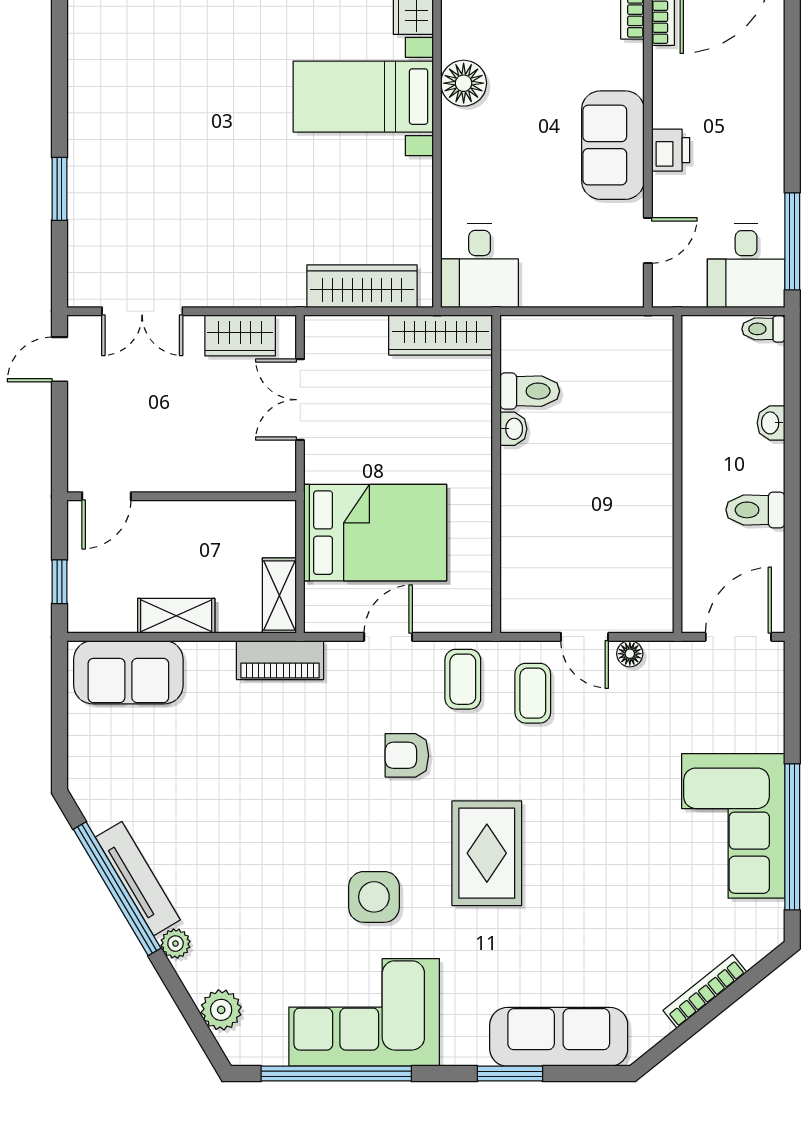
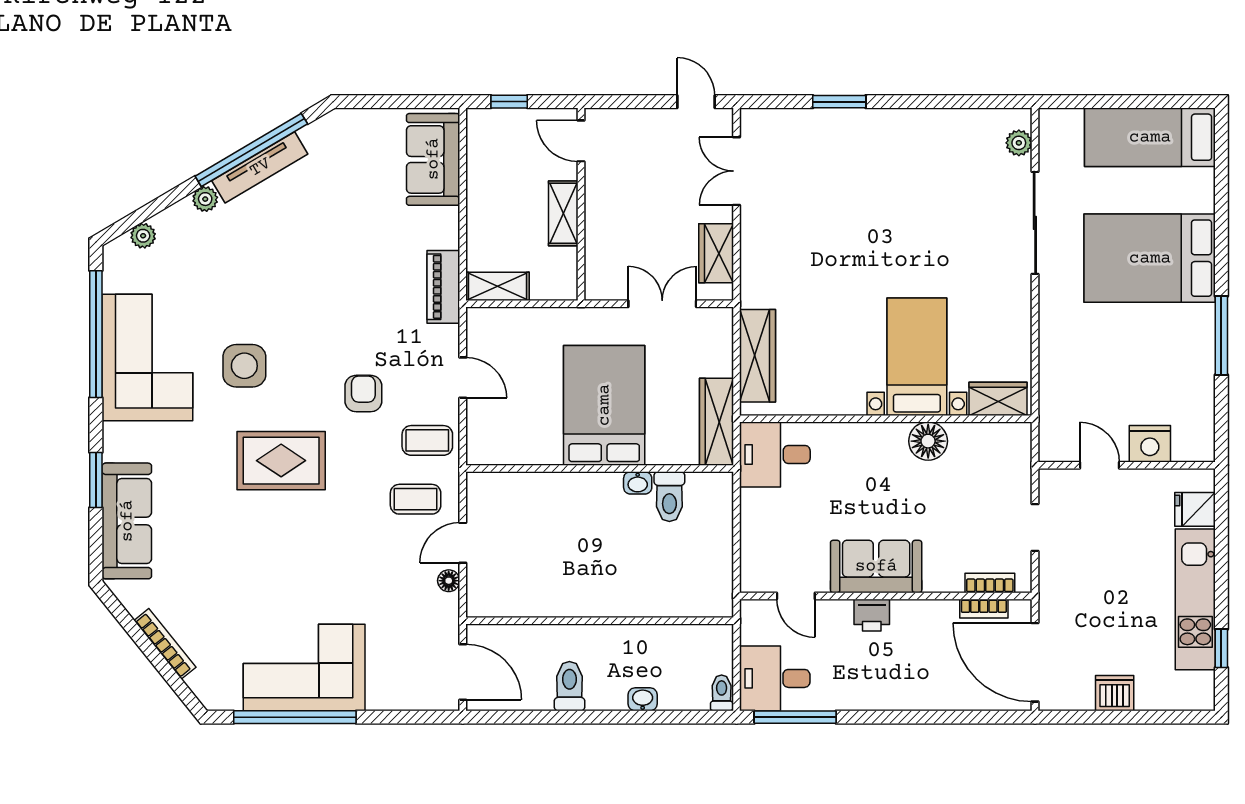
bed: (375, 533) -> (604, 405), moved, turned 180
shelving: (176, 616) -> (563, 213), moved
plant: (221, 1010) -> (143, 236), width x0.73, depth x0.73

